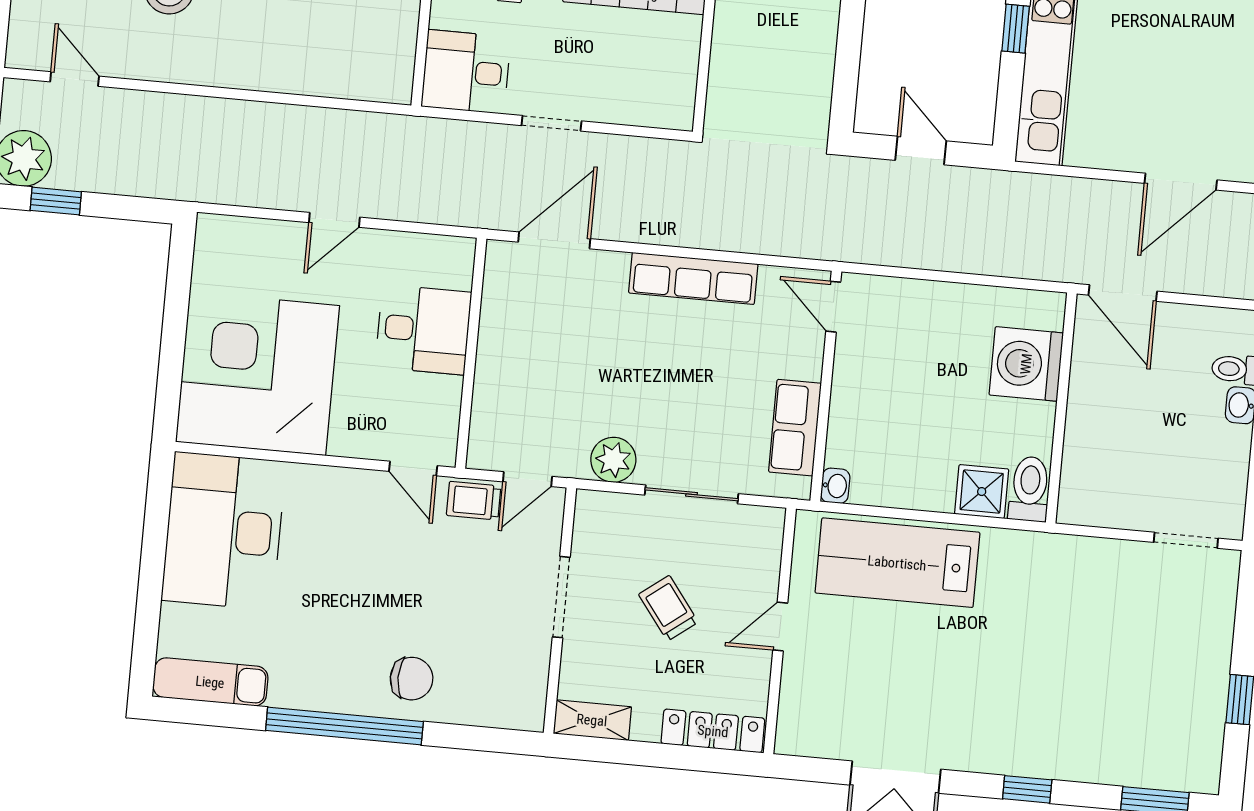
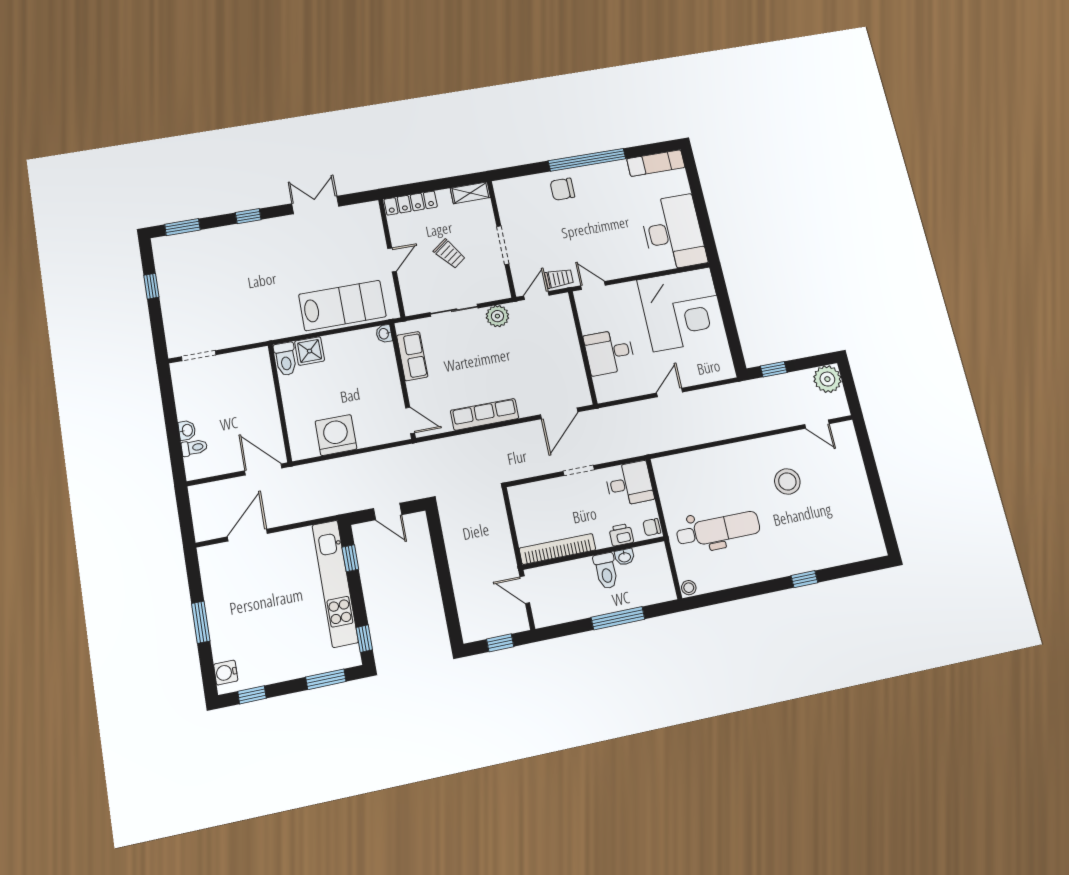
window: (1016, 29) -> (350, 558), moved
window: (56, 201) -> (774, 369), moved
washing machine: (1026, 364) -> (336, 435), moved, turned -90

